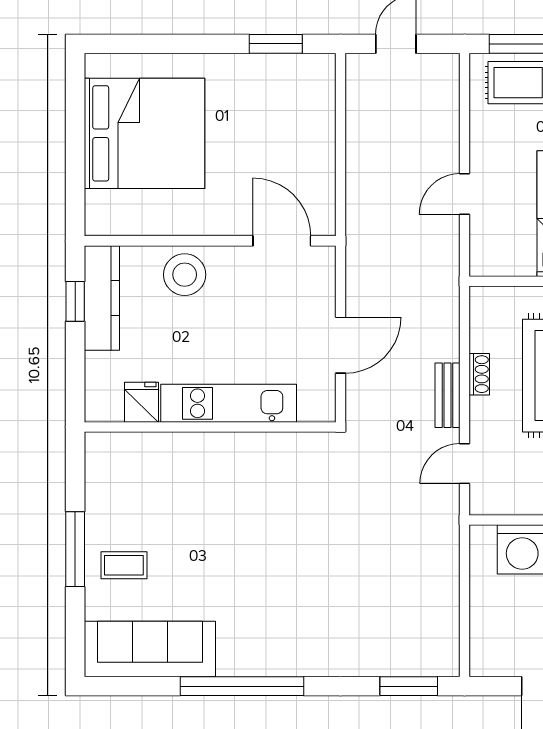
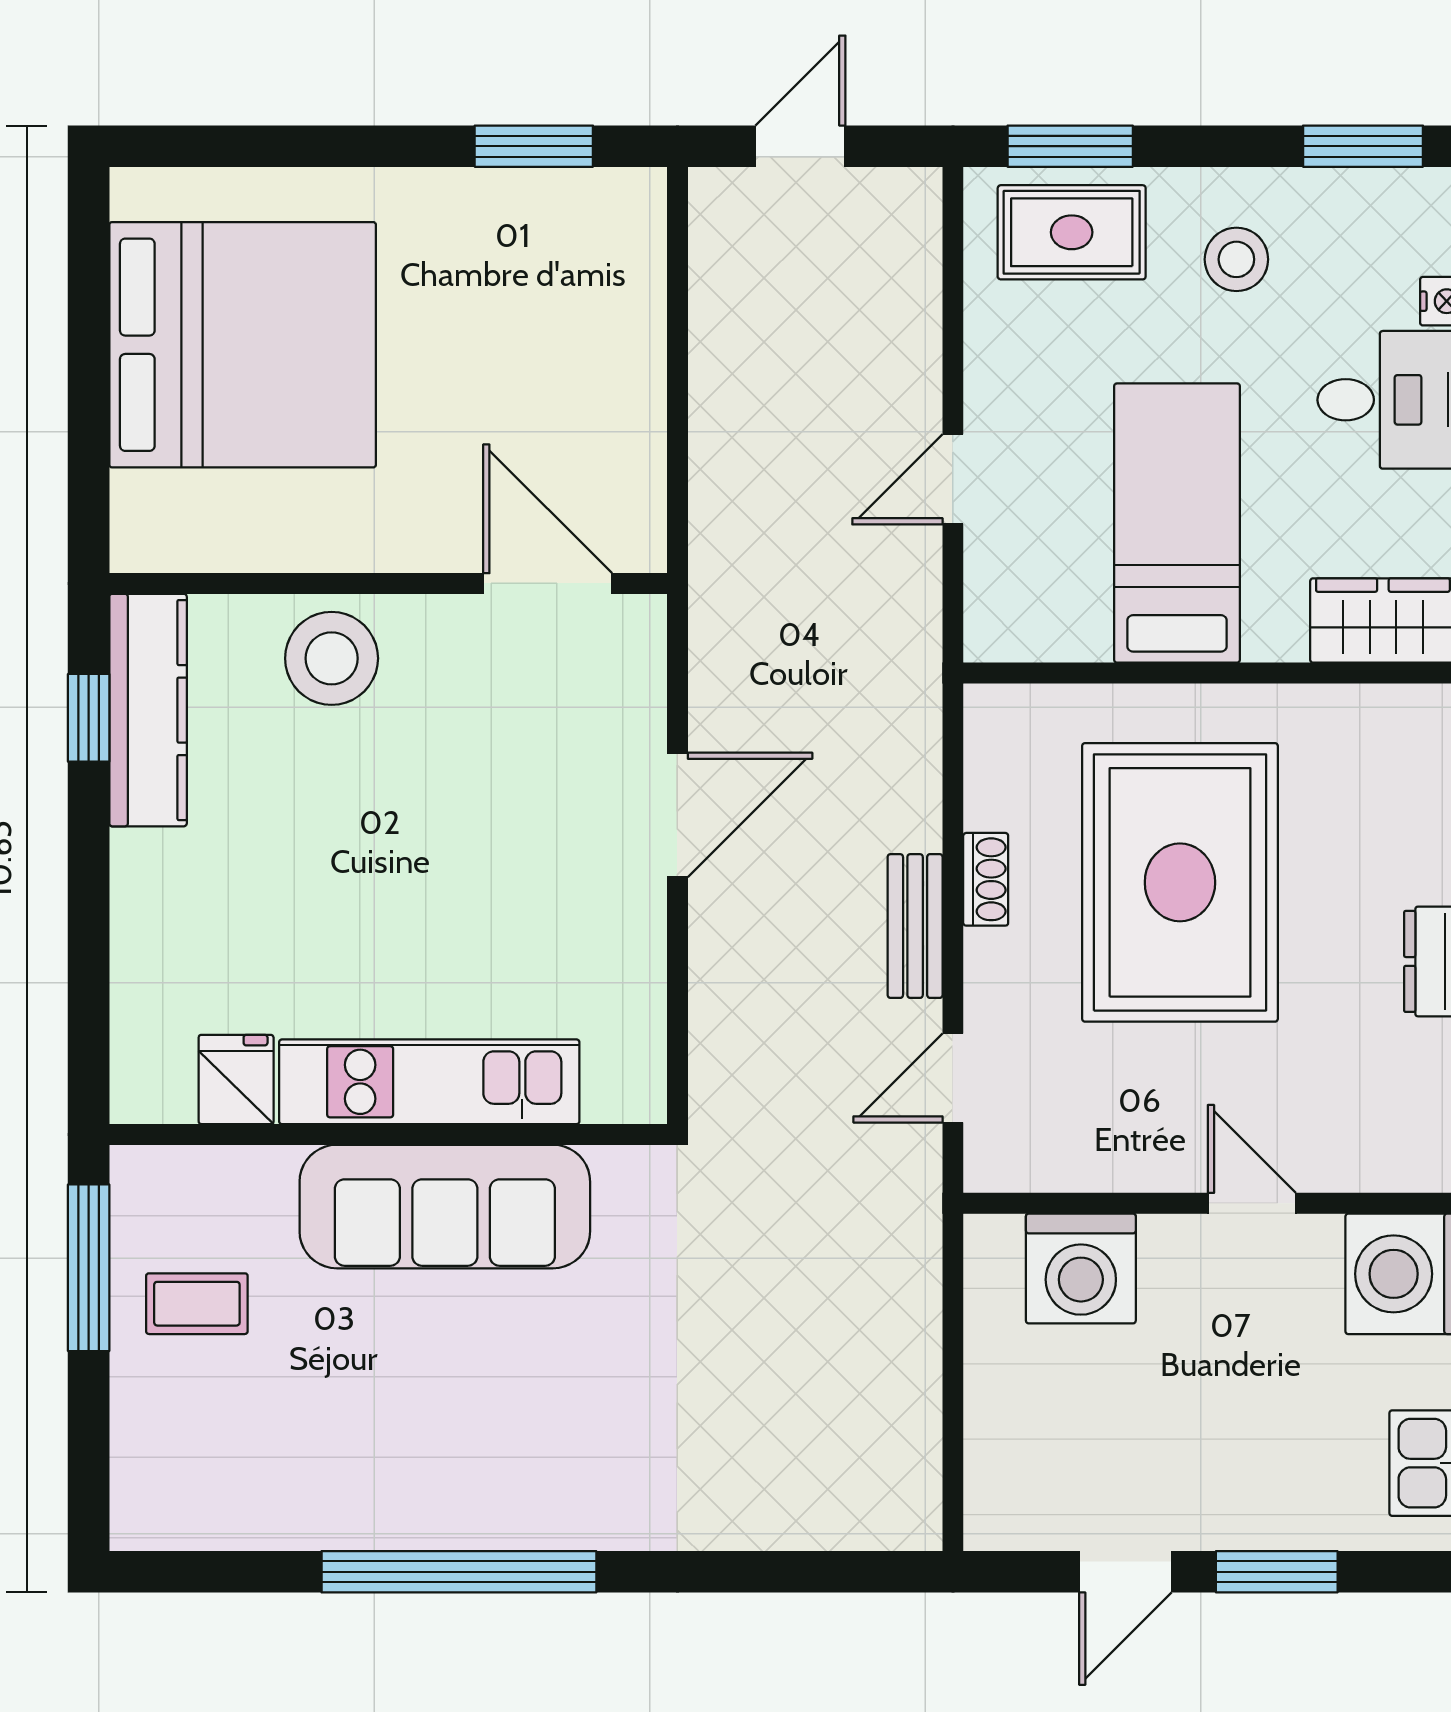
fridge: (142, 402) -> (236, 1079), moved
kitchen unit: (229, 403) -> (429, 1082), moved
wall: (210, 427) -> (388, 1134), moved
sofa: (150, 649) -> (445, 1207), moved, turned 180
window: (409, 686) -> (829, 1572), removed

